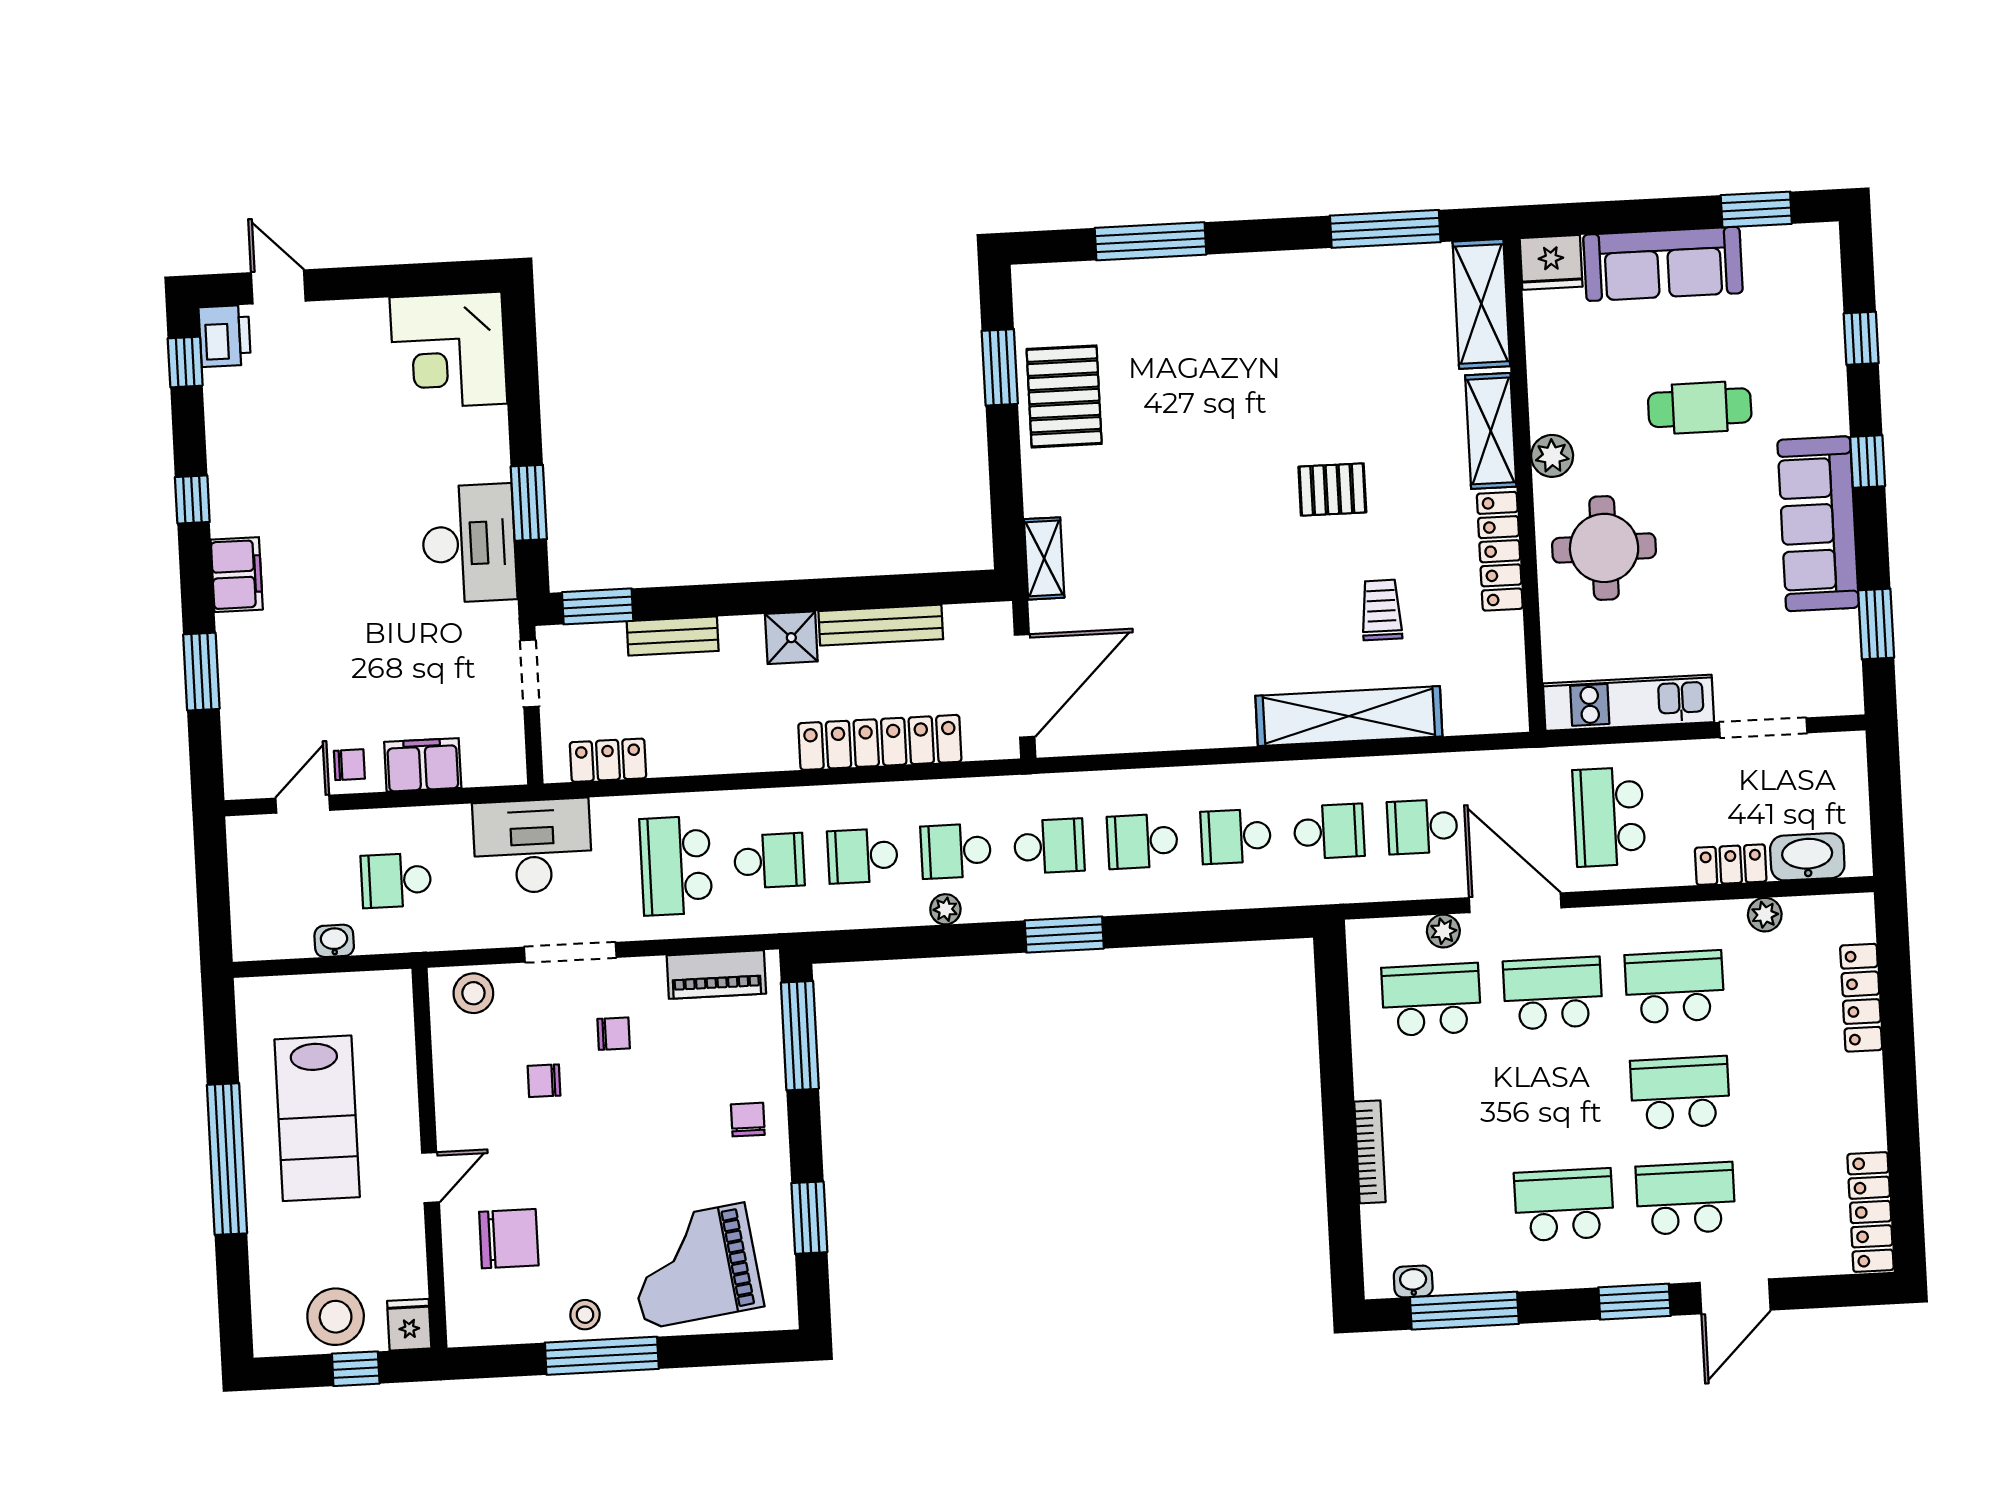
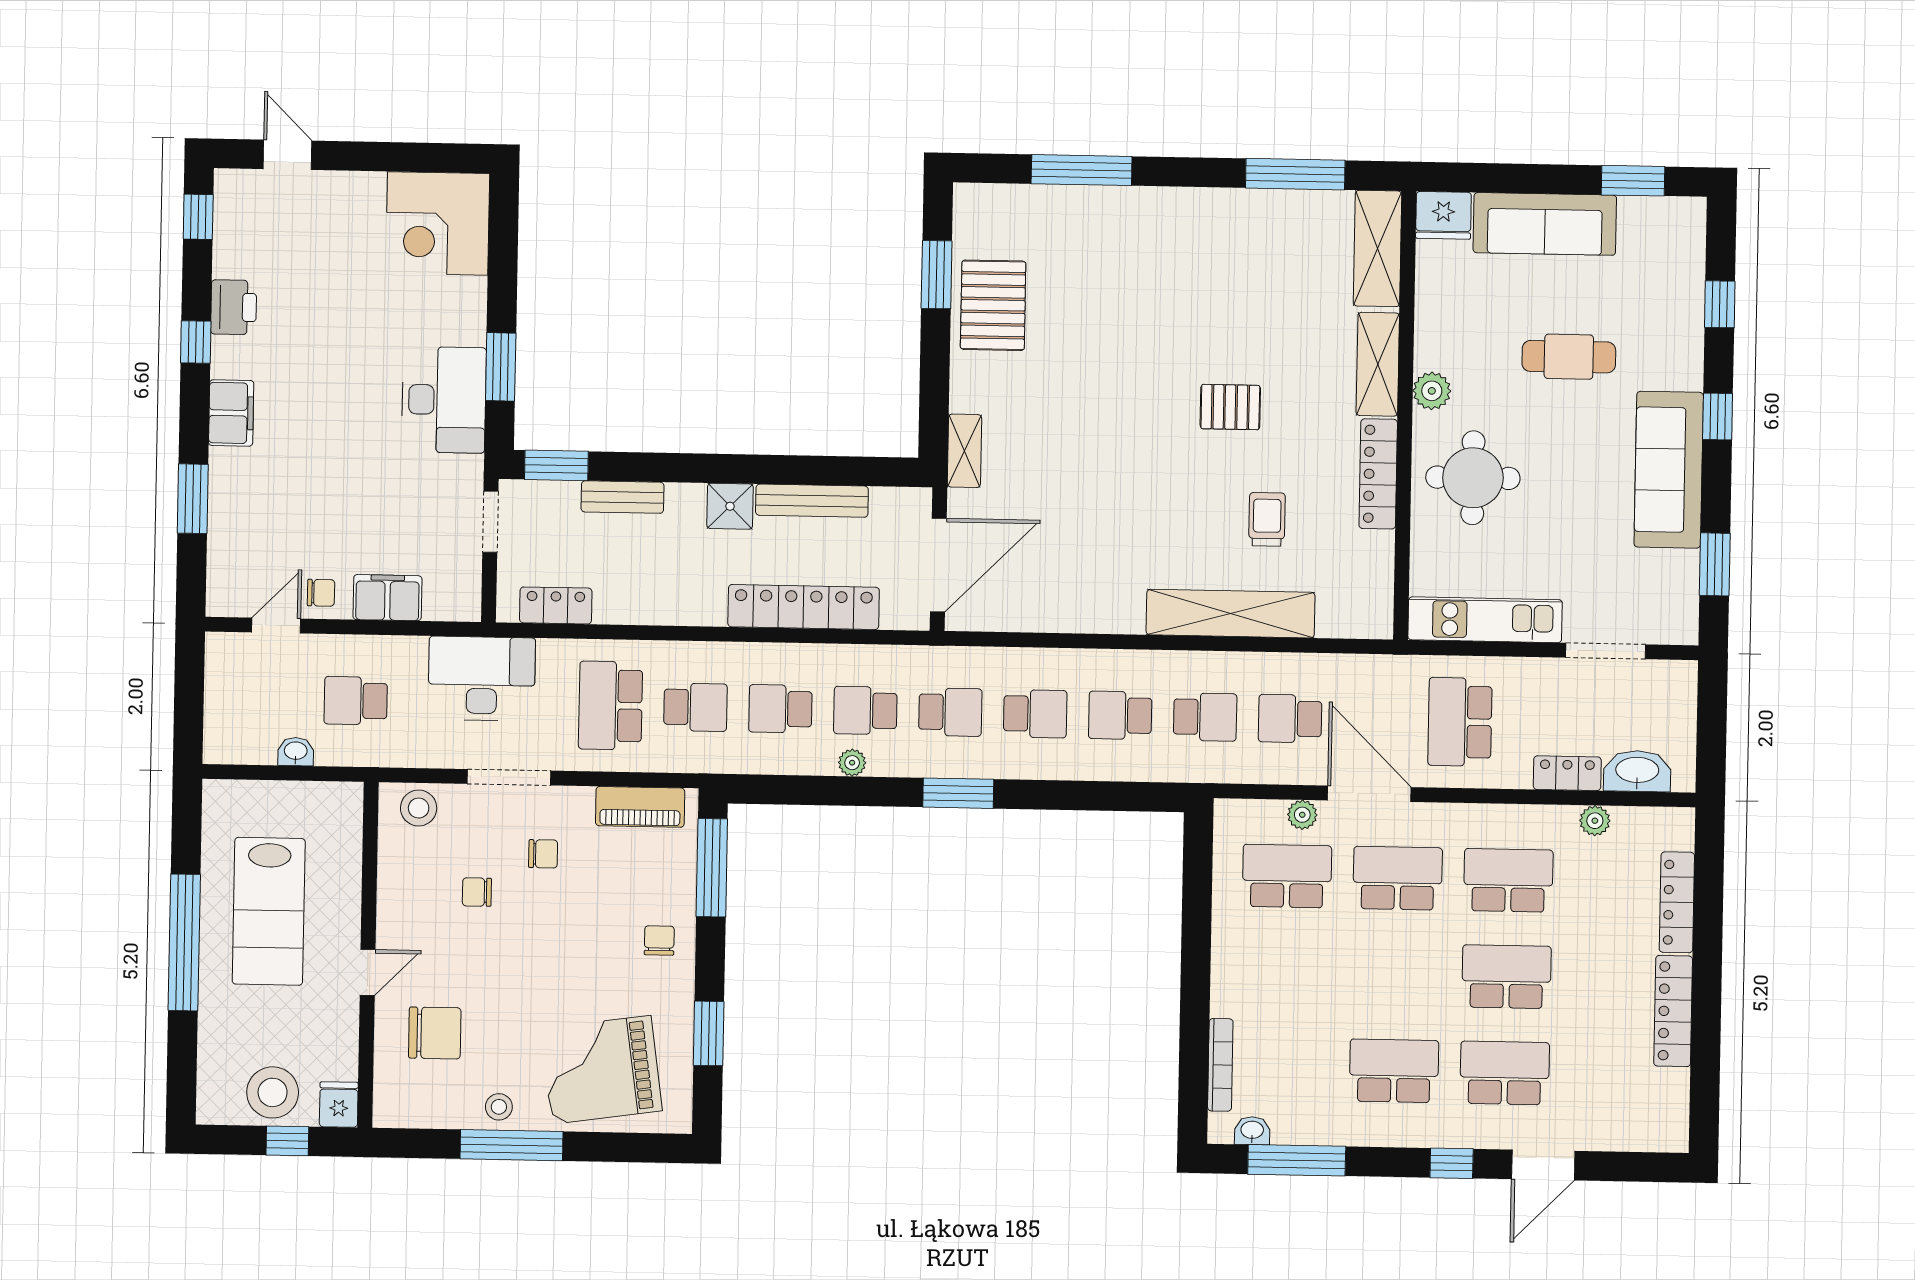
printer: (225, 336) -> (234, 307), moved
school desk: (1142, 841) -> (1035, 714), turned 180
bookcase: (1370, 1152) -> (1220, 1065), moved
locker: (1871, 1212) -> (1673, 1011), moved
window: (1635, 1302) -> (1452, 1163), width x0.67

